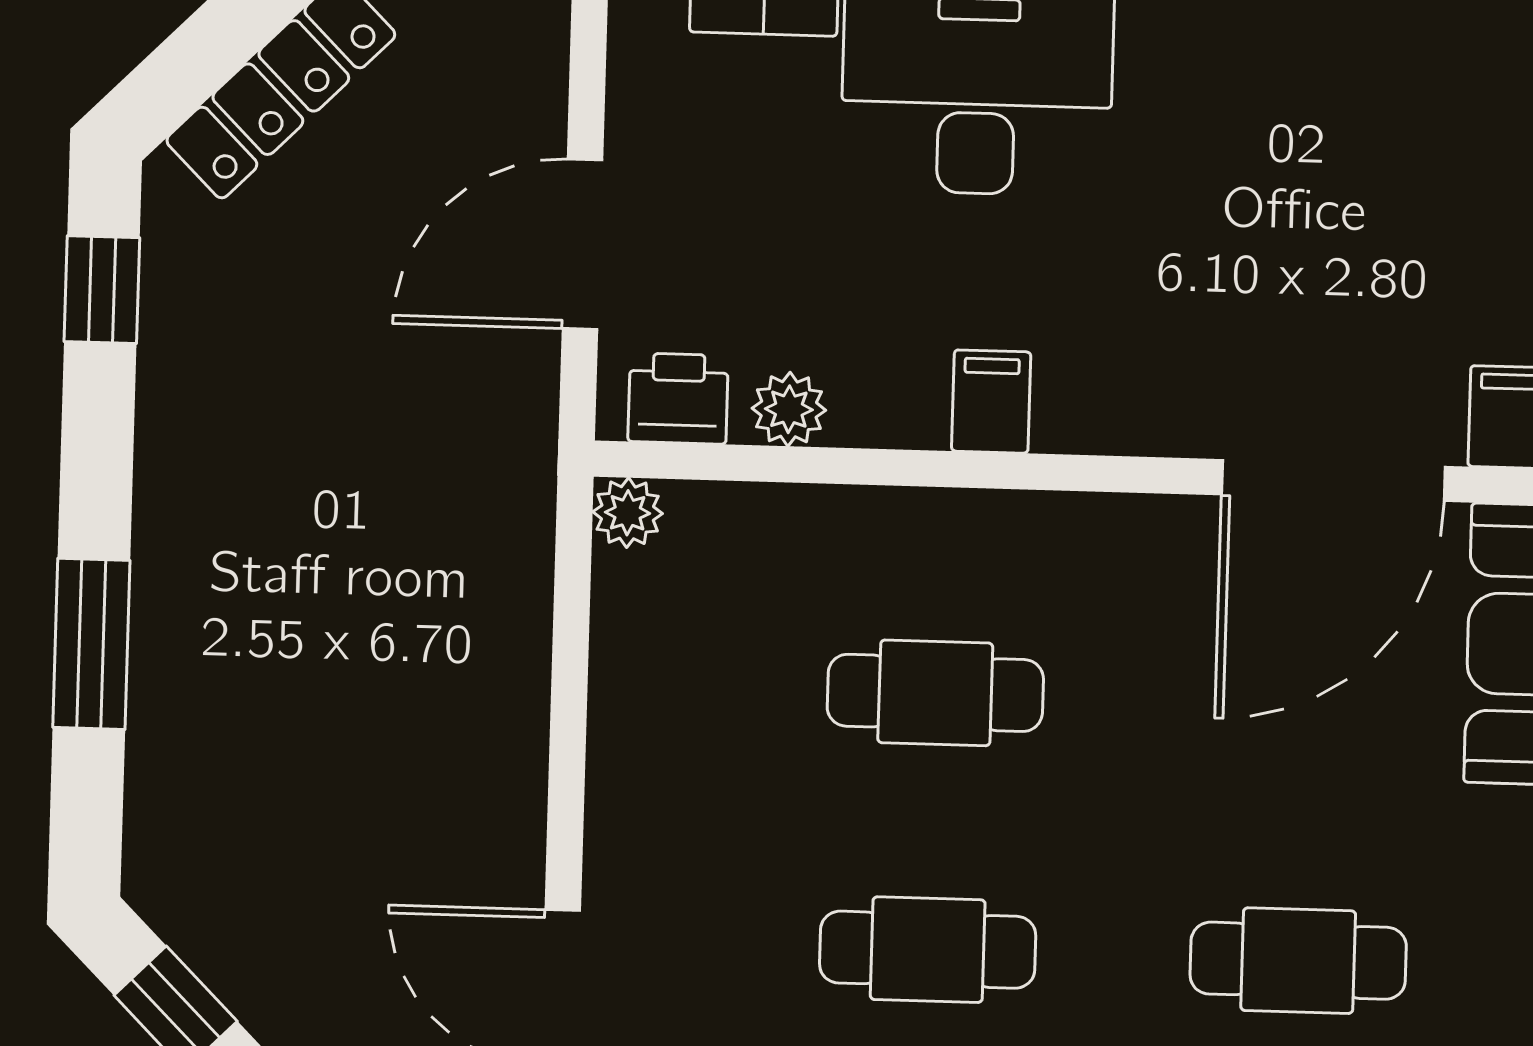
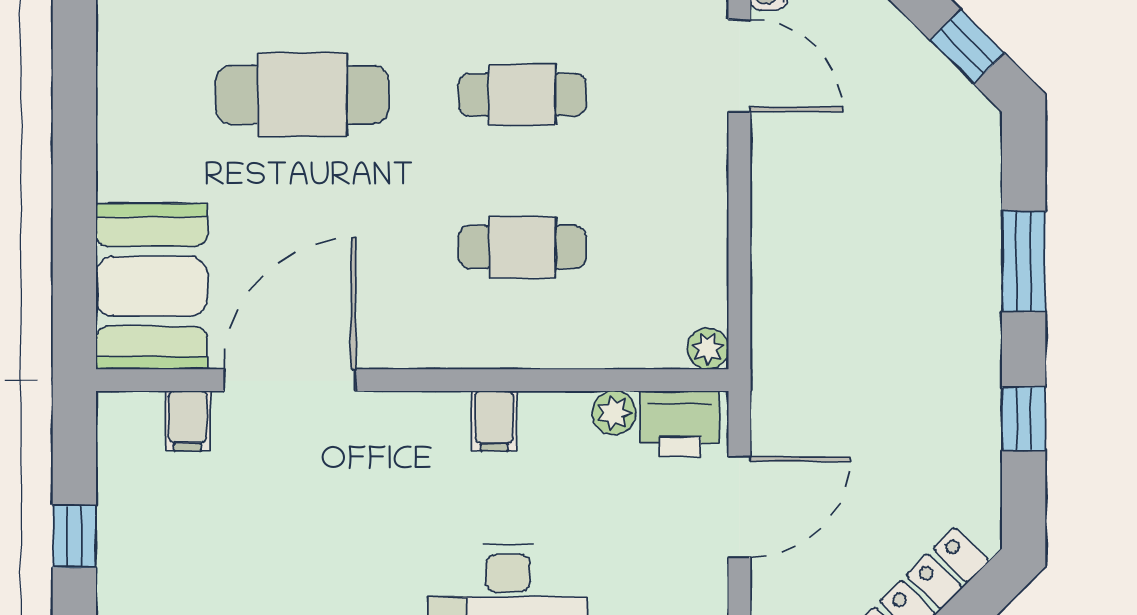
window: (102, 290) -> (1024, 419), moved
printer: (678, 398) -> (680, 424), width x1.36, depth x1.24
cafe table: (1298, 961) -> (302, 95), width x1.37, depth x1.35

